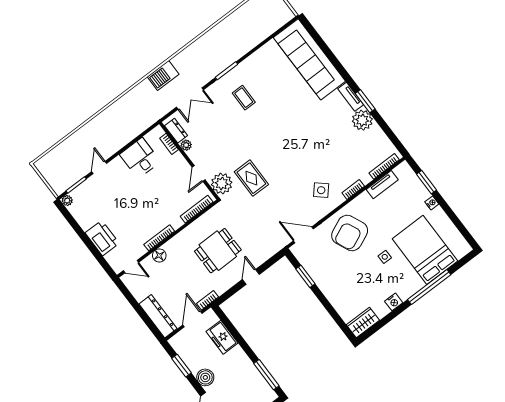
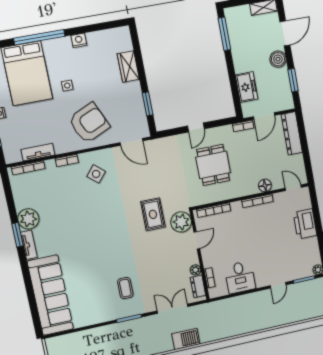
dining table: (218, 251) -> (213, 165), turned 90
wardrobe: (363, 323) -> (128, 67), moved, turned 90

